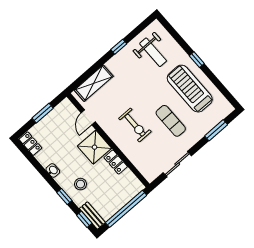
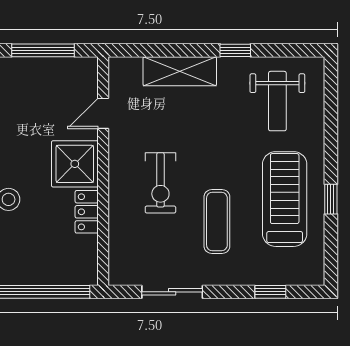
window: (197, 60) -> (331, 199), moved
shelving: (94, 83) -> (180, 71), moved
window: (43, 113) -> (43, 50), width x1.44
window: (216, 130) -> (270, 292), width x0.67

